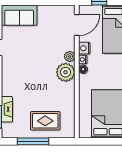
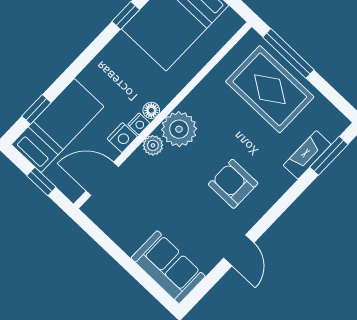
armchair: (25, 71) -> (233, 184), added
rug: (45, 121) -> (270, 89), width x1.36, depth x1.43
window: (33, 141) -> (288, 53), moved

